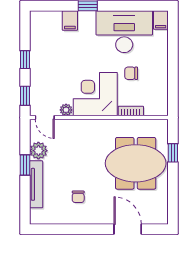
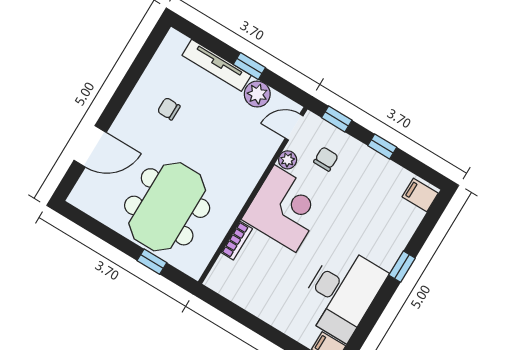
filing cabinet: (70, 21) -> (420, 195), moved
chair: (131, 73) -> (326, 159), moved

